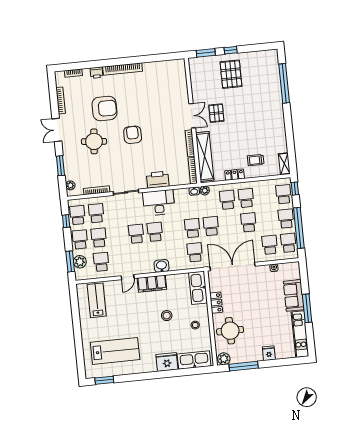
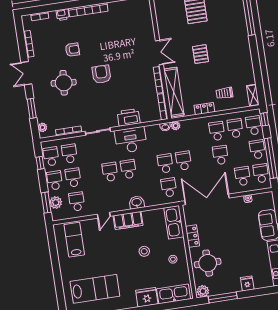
armchair: (104, 108) -> (72, 50), width x0.53, depth x0.53
pallet: (216, 113) -> (200, 54), moved
school desk: (227, 200) -> (235, 128), moved

